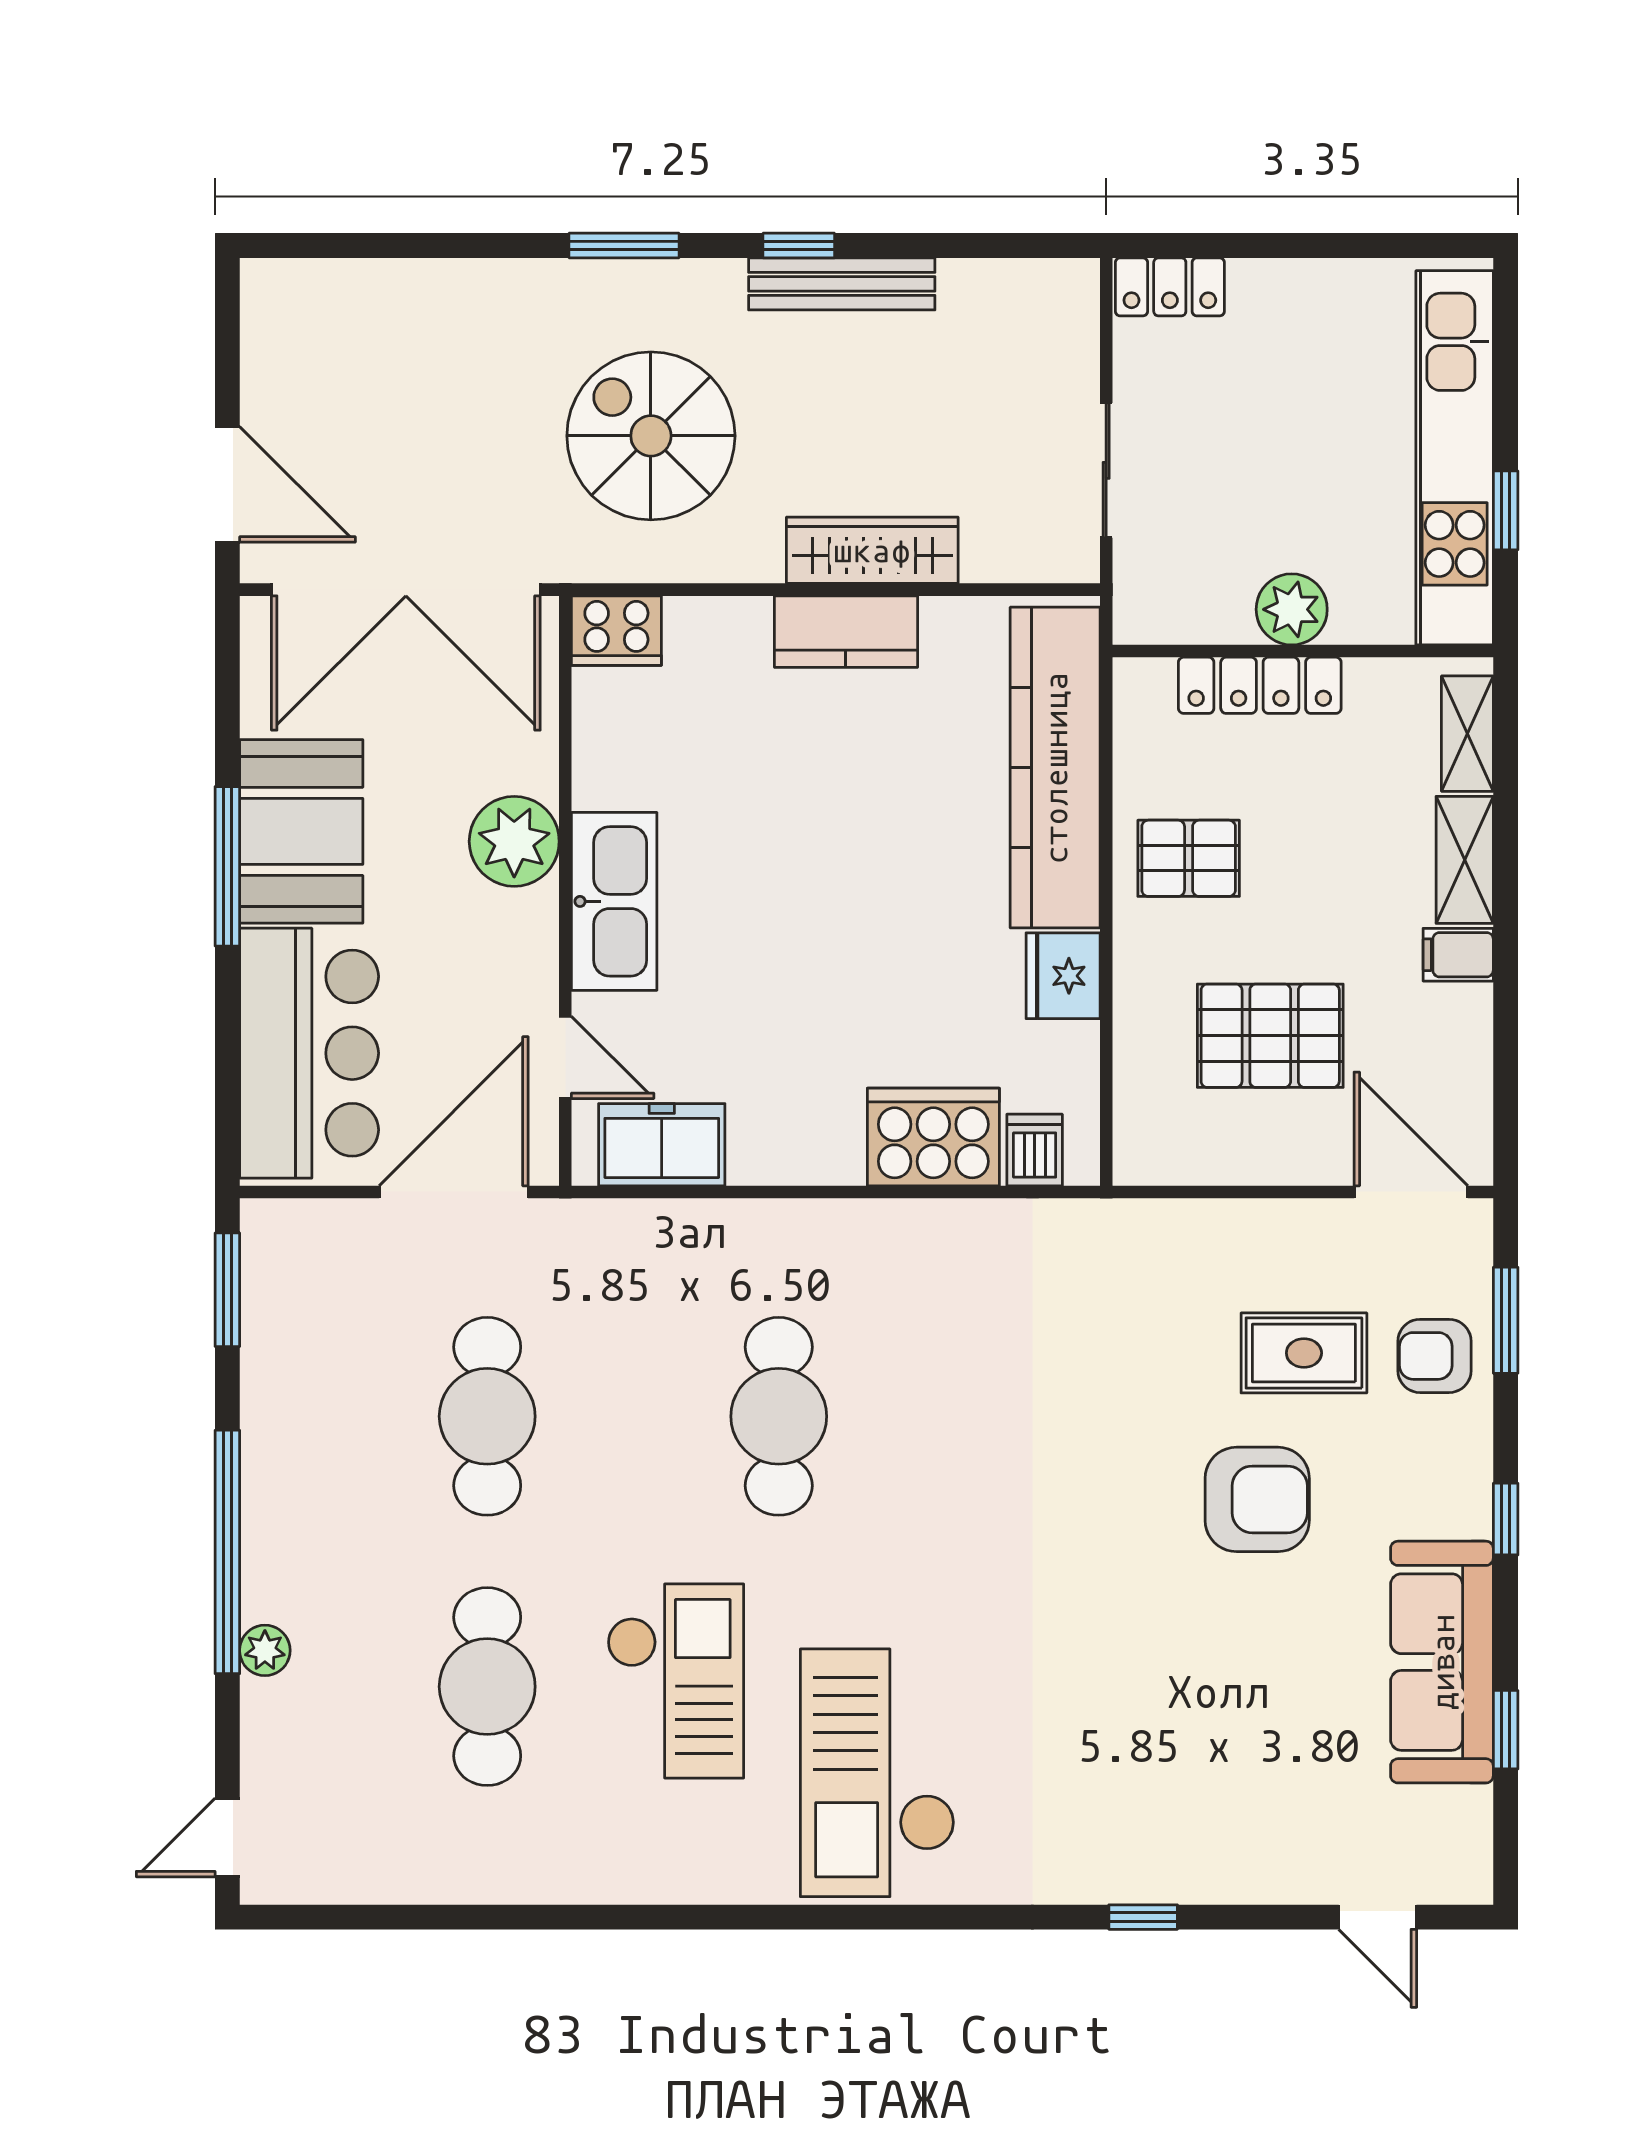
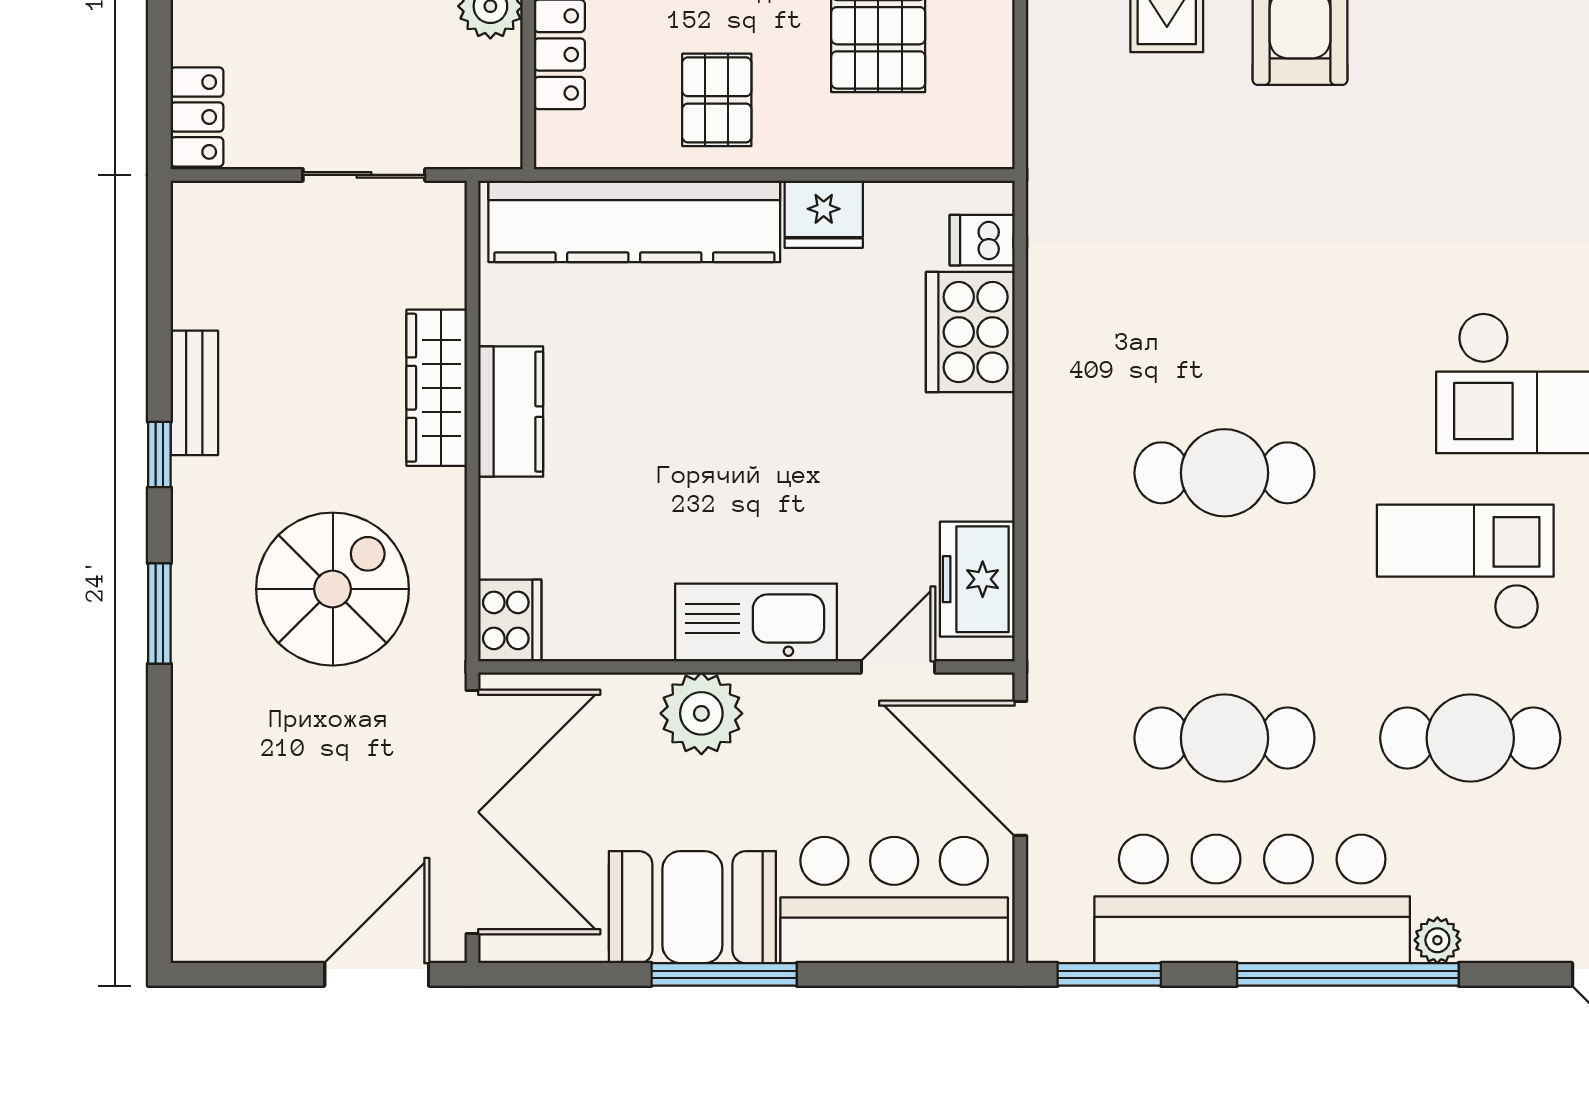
bench: (842, 284) -> (194, 393), width x0.73
spiral stairs: (651, 436) -> (333, 589), turned 180
bar counter: (310, 1447) -> (1252, 899), added

